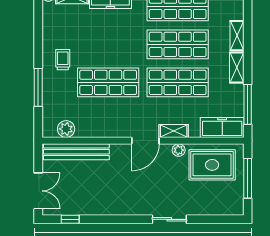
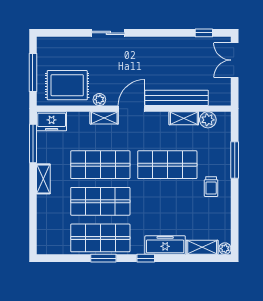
shelving: (237, 36) -> (184, 118), moved, turned 90
freezer: (222, 127) -> (52, 121), width x0.71
bench: (76, 152) -> (177, 98), moved

